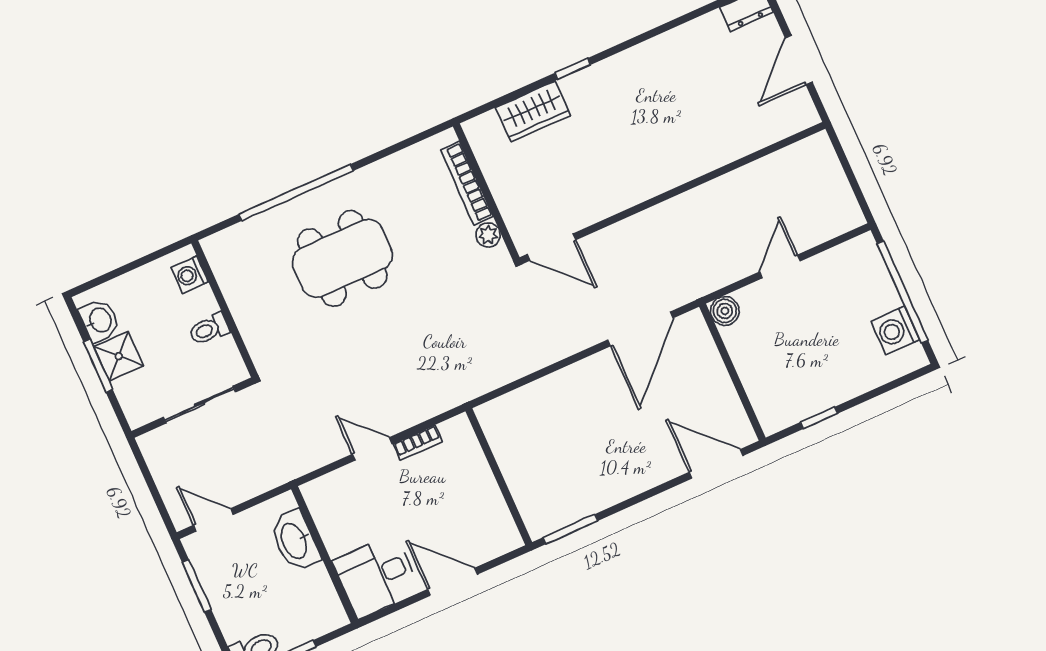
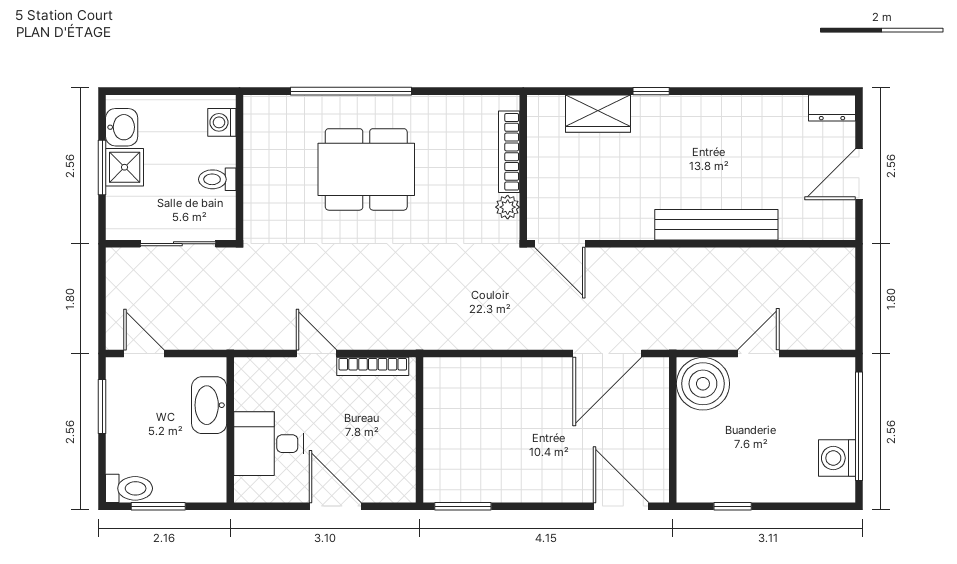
bench: (688, 165) -> (716, 225), added
boiler: (725, 311) -> (703, 384), width x1.86, depth x1.86
bookcase: (418, 443) -> (373, 366), width x1.56
desk: (376, 576) -> (269, 444), moved

